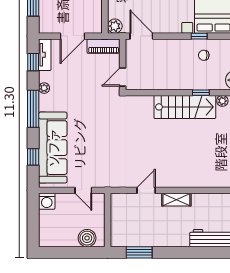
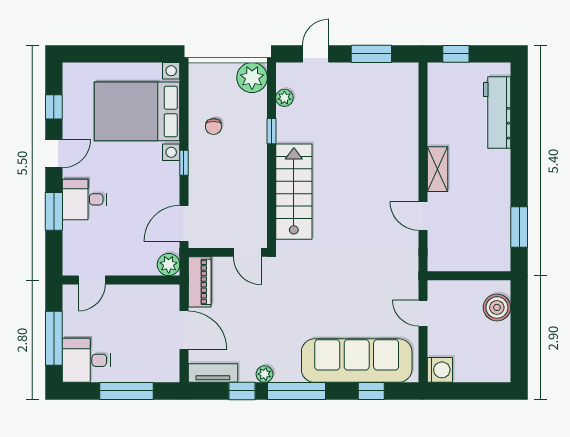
window: (199, 36) -> (184, 163), moved
window: (33, 62) -> (242, 391), moved
stairs: (185, 107) -> (294, 192), moved
door: (83, 190) -> (423, 313), swing flipped

